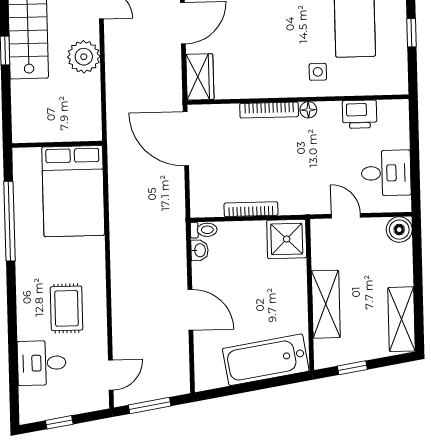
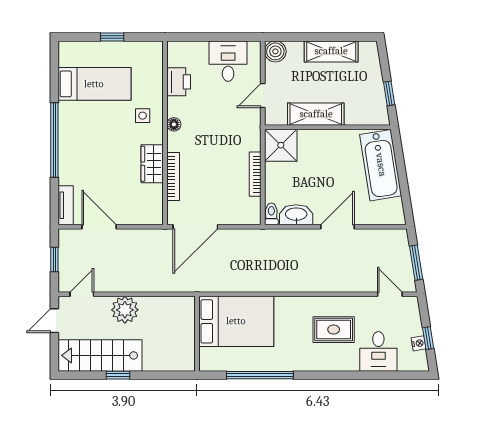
wardrobe: (200, 77) -> (152, 164), moved, turned -90
bookcase: (269, 110) -> (173, 177), moved
washbasin: (200, 250) -> (296, 215), width x1.91, depth x1.45
shelving: (326, 304) -> (316, 114), moved
shelving: (402, 319) -> (331, 51), moved
nightstand: (53, 411) -> (419, 343), added

